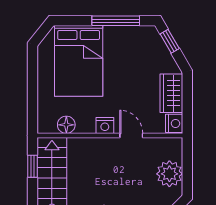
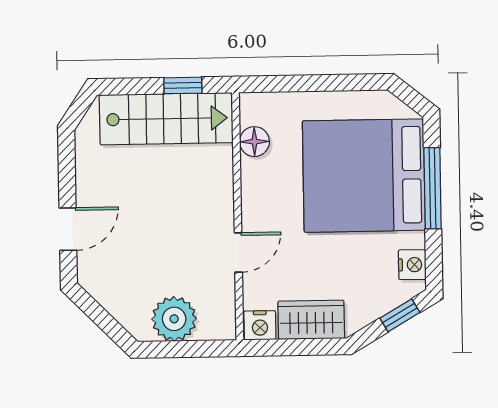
window: (116, 21) -> (433, 188), moved
bed: (79, 61) -> (364, 176), width x1.36
nightstand: (105, 126) -> (412, 265), moved, turned 180

